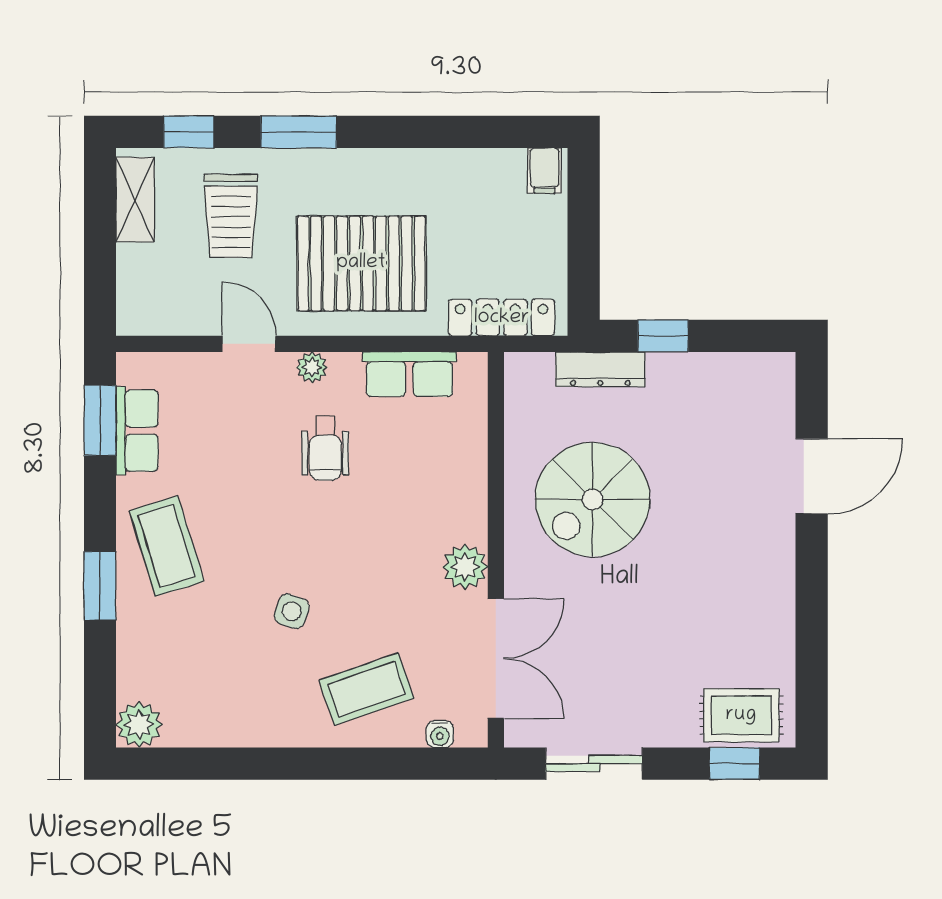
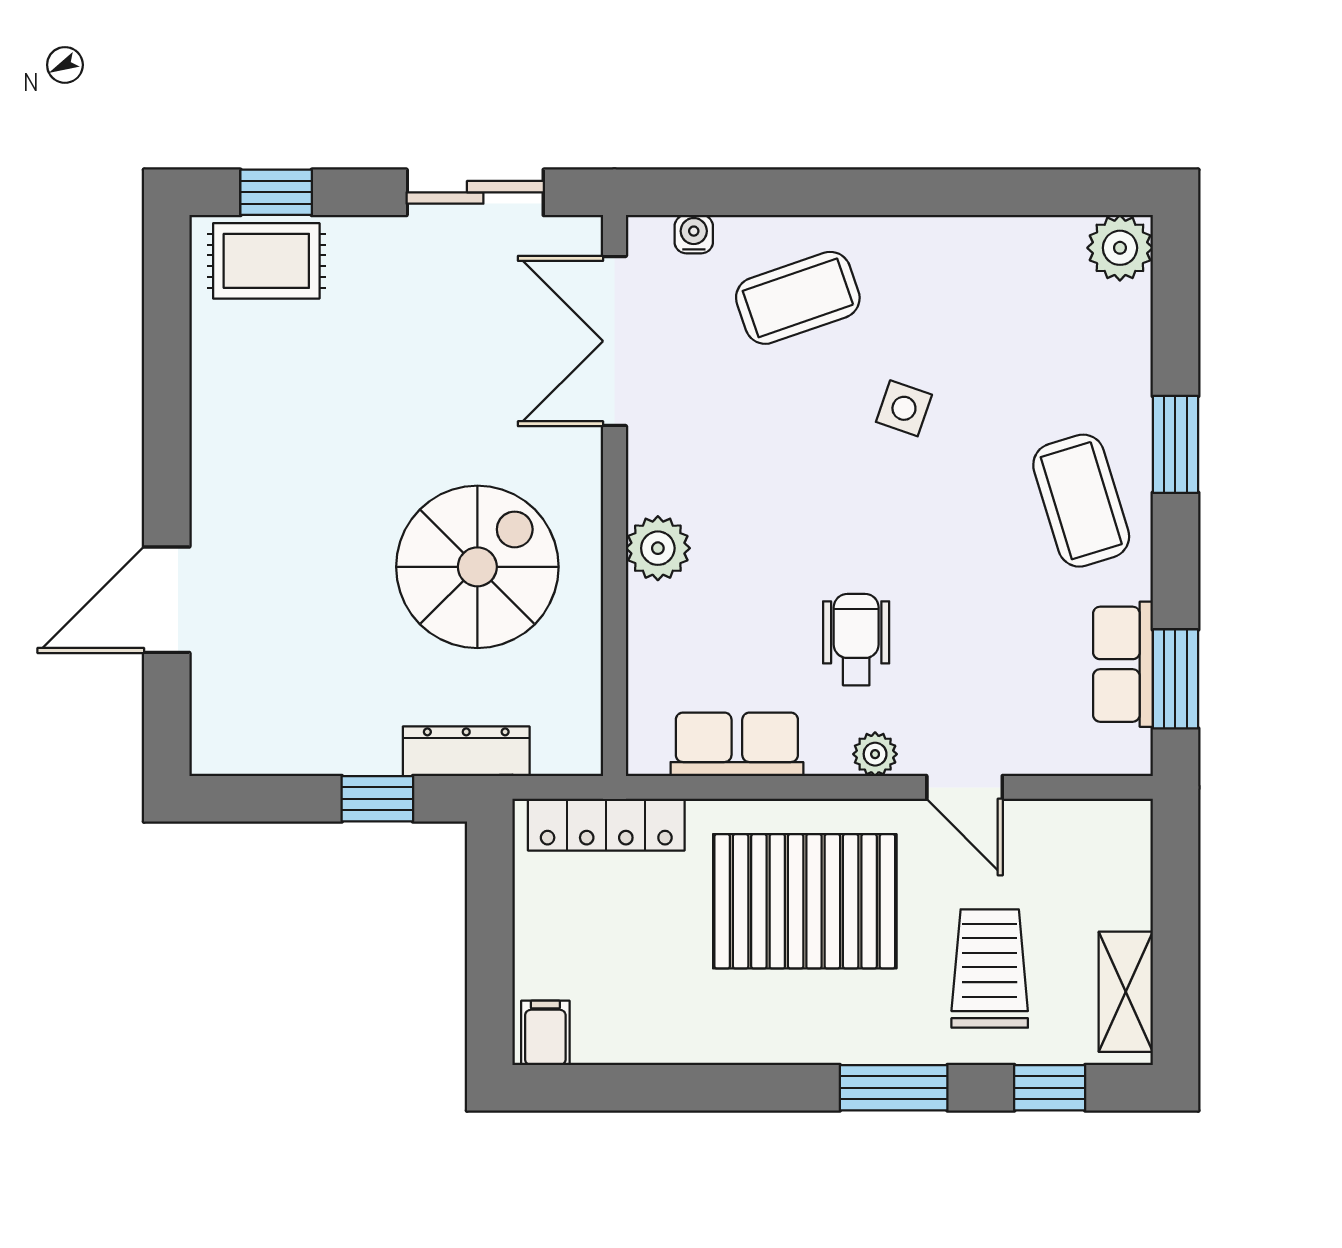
plant: (465, 567) -> (658, 548), moved

